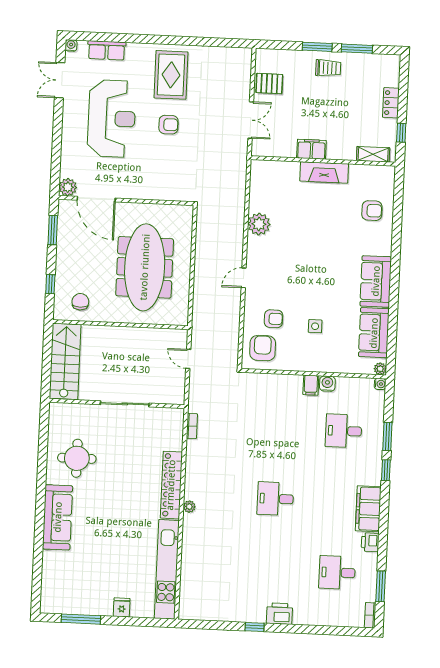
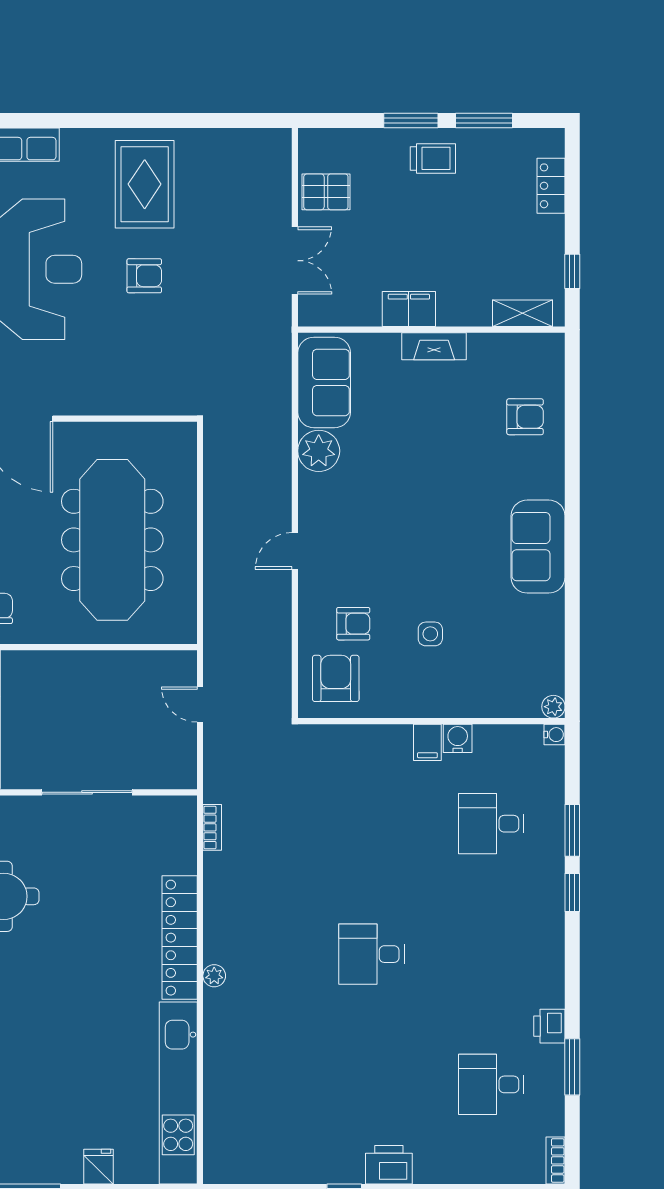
locker: (391, 103) -> (551, 186), moved
fireplace: (324, 172) -> (434, 346), width x0.73, depth x0.76
sofa: (374, 333) -> (324, 382), moved, turned 180
filing cabinet: (368, 509) -> (543, 965), removed
window: (381, 586) -> (572, 1067), moved

